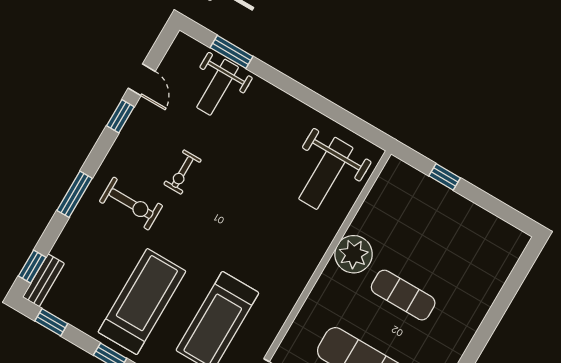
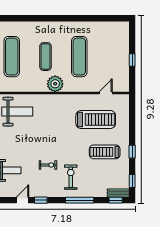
window: (75, 194) -> (80, 200), width x1.44
exercise mat: (443, 227) -> (12, 57), added
plant: (354, 254) -> (55, 84), moved
treadmill: (142, 302) -> (105, 152), width x0.73, depth x0.73

